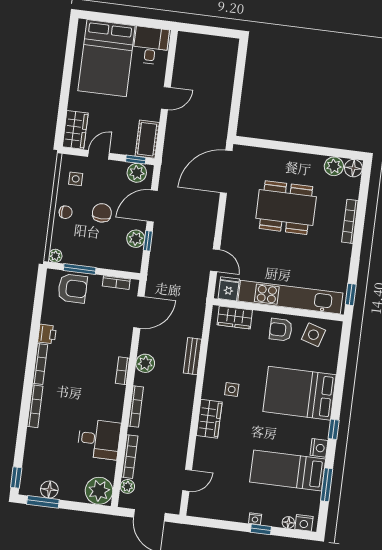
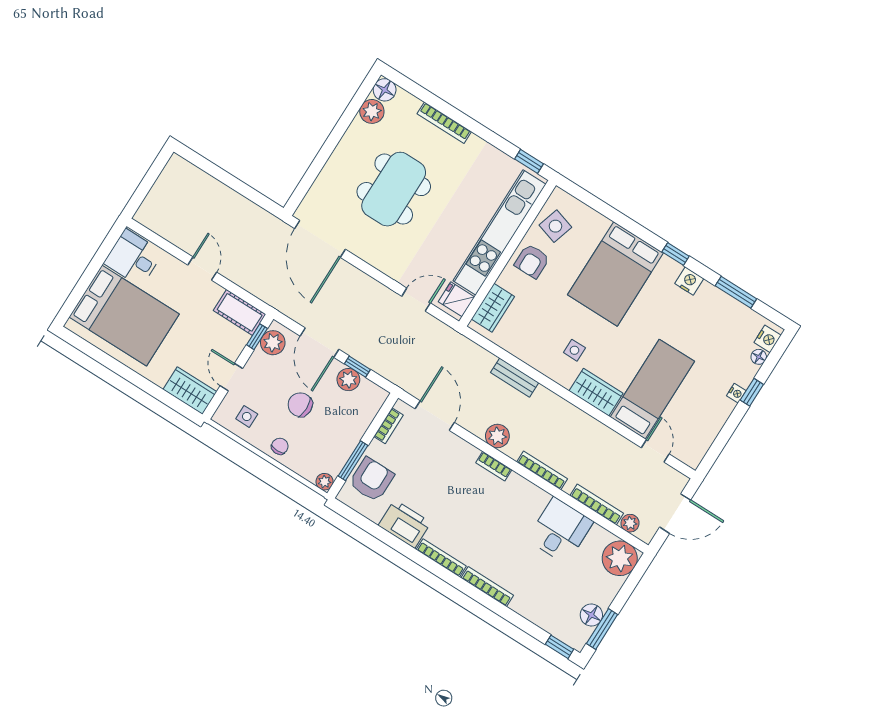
printer: (47, 334) -> (405, 524), width x1.87, depth x1.48
bed: (288, 470) -> (652, 389), moved, turned 180

